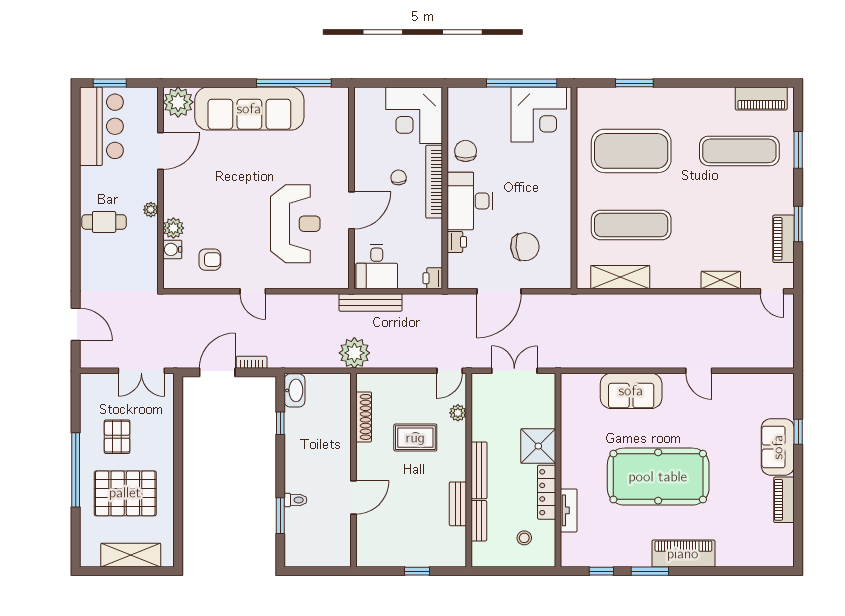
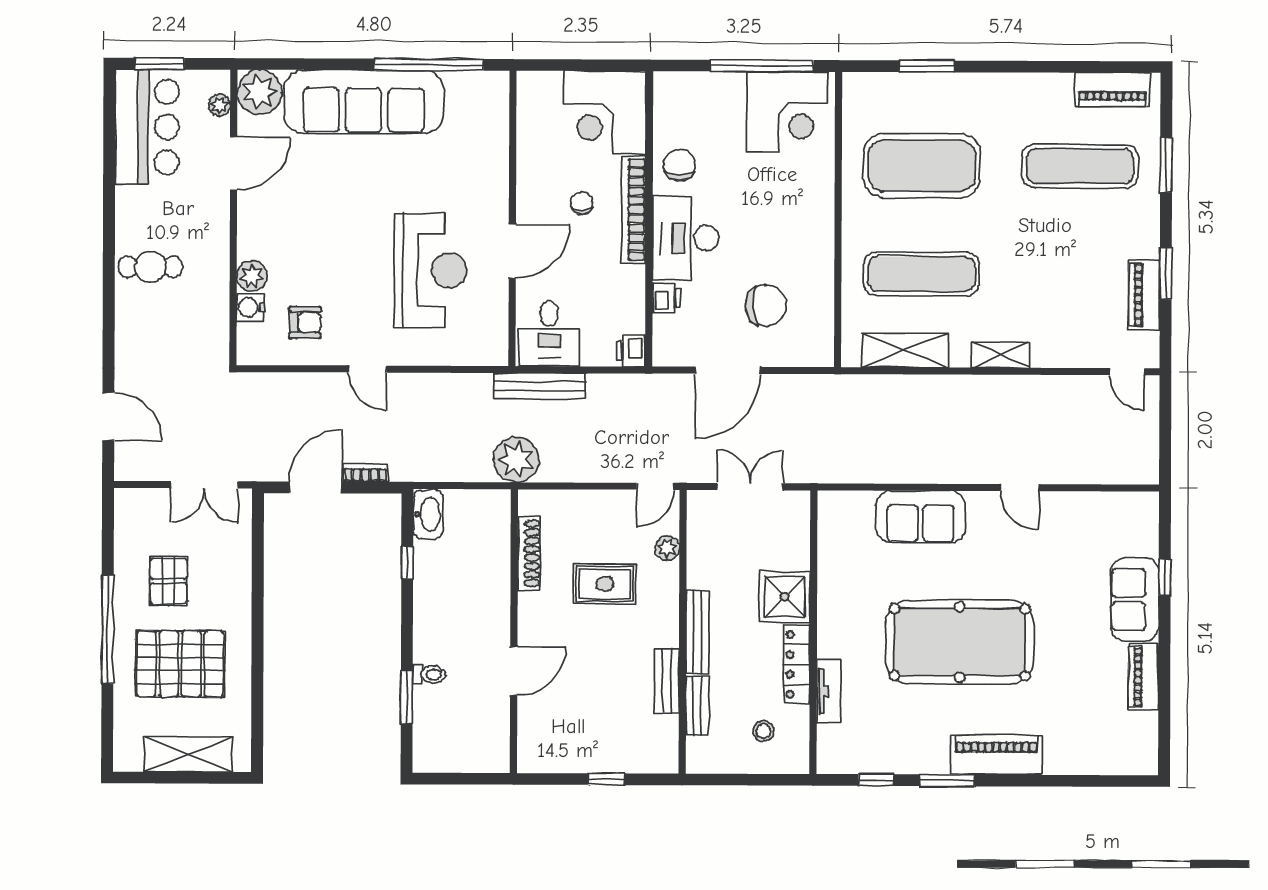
plant: (151, 210) -> (219, 105), moved
shelving: (721, 280) -> (1000, 355), moved

